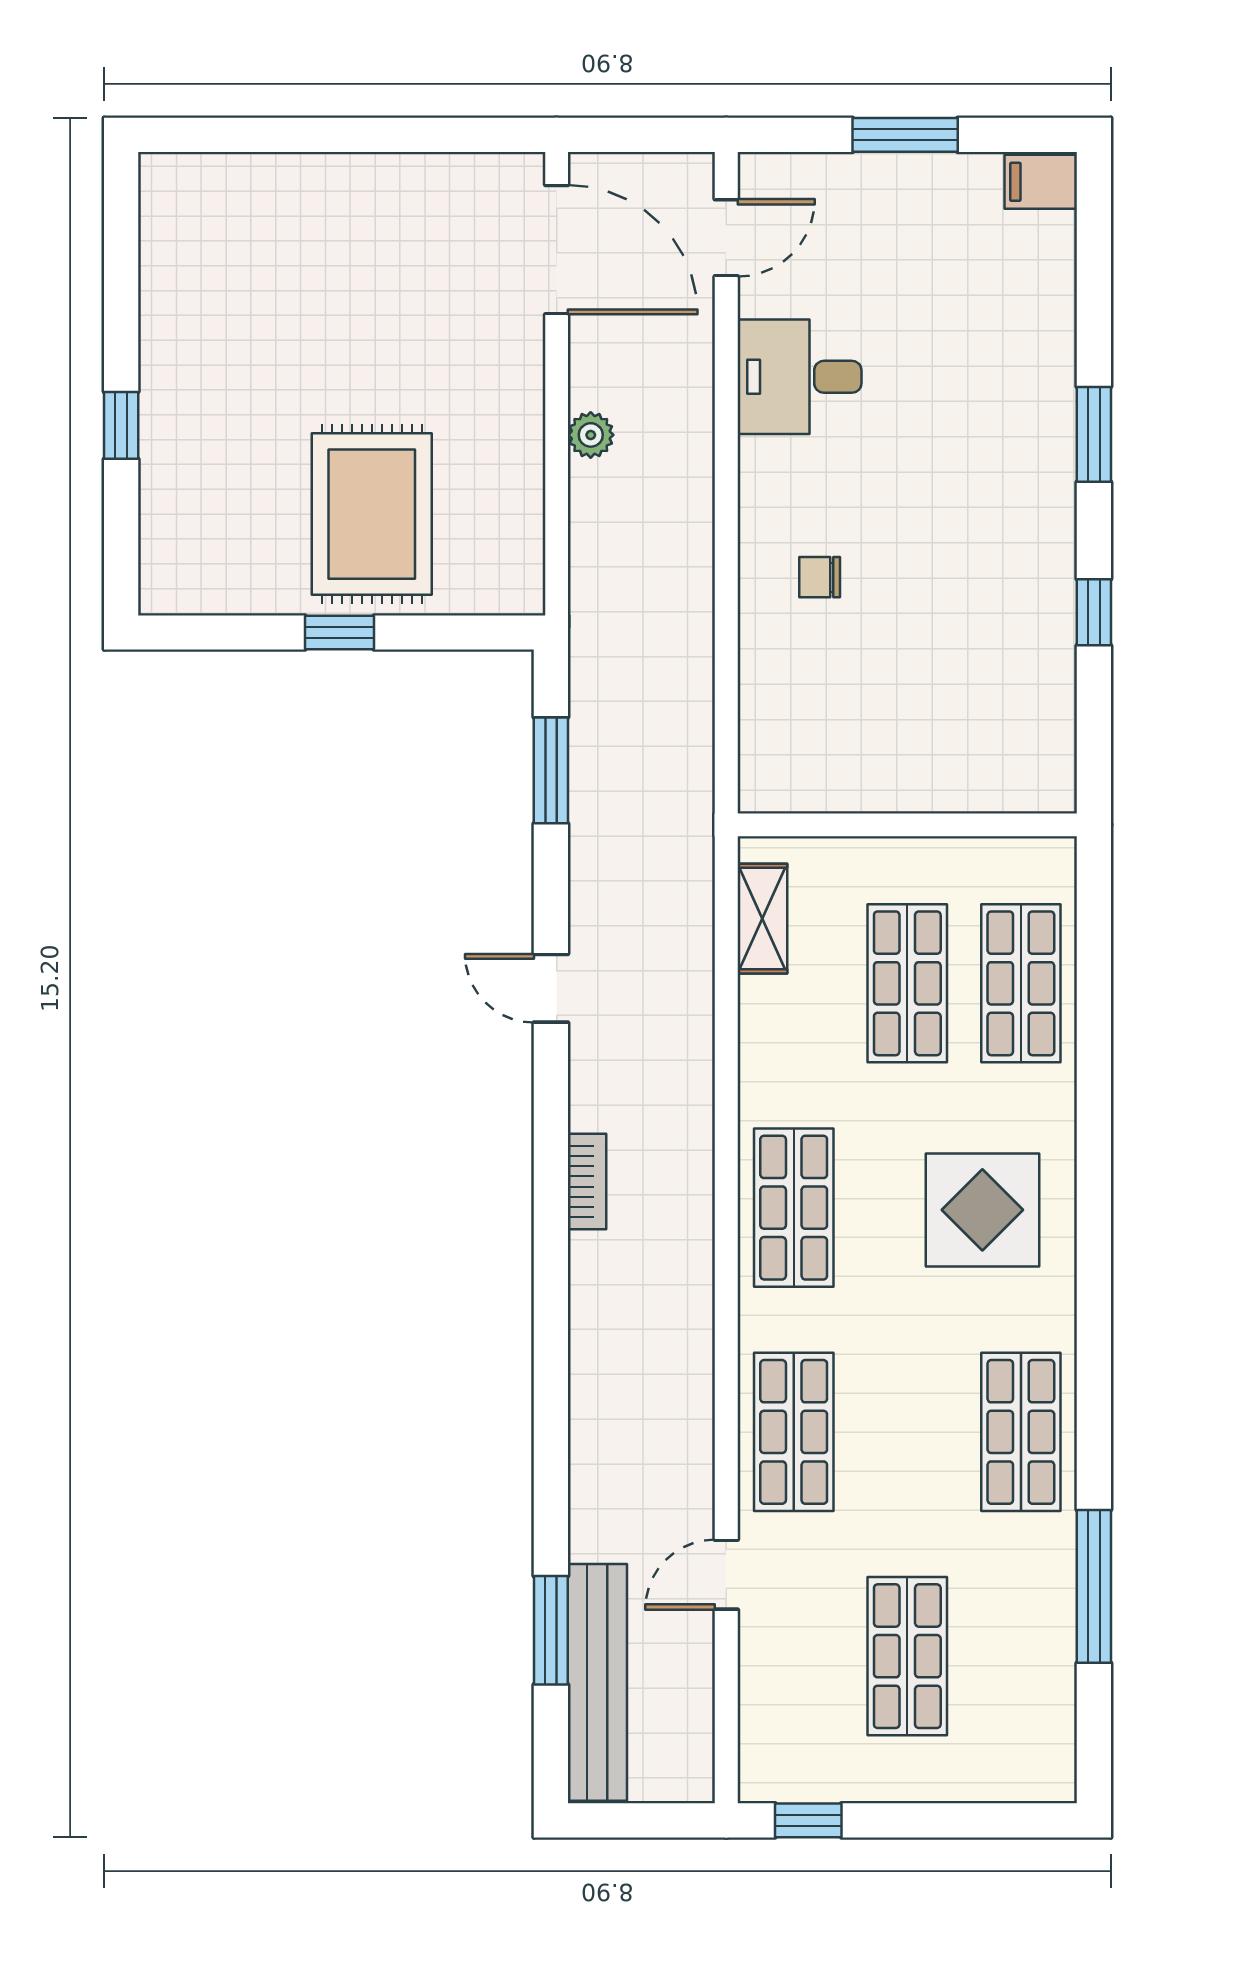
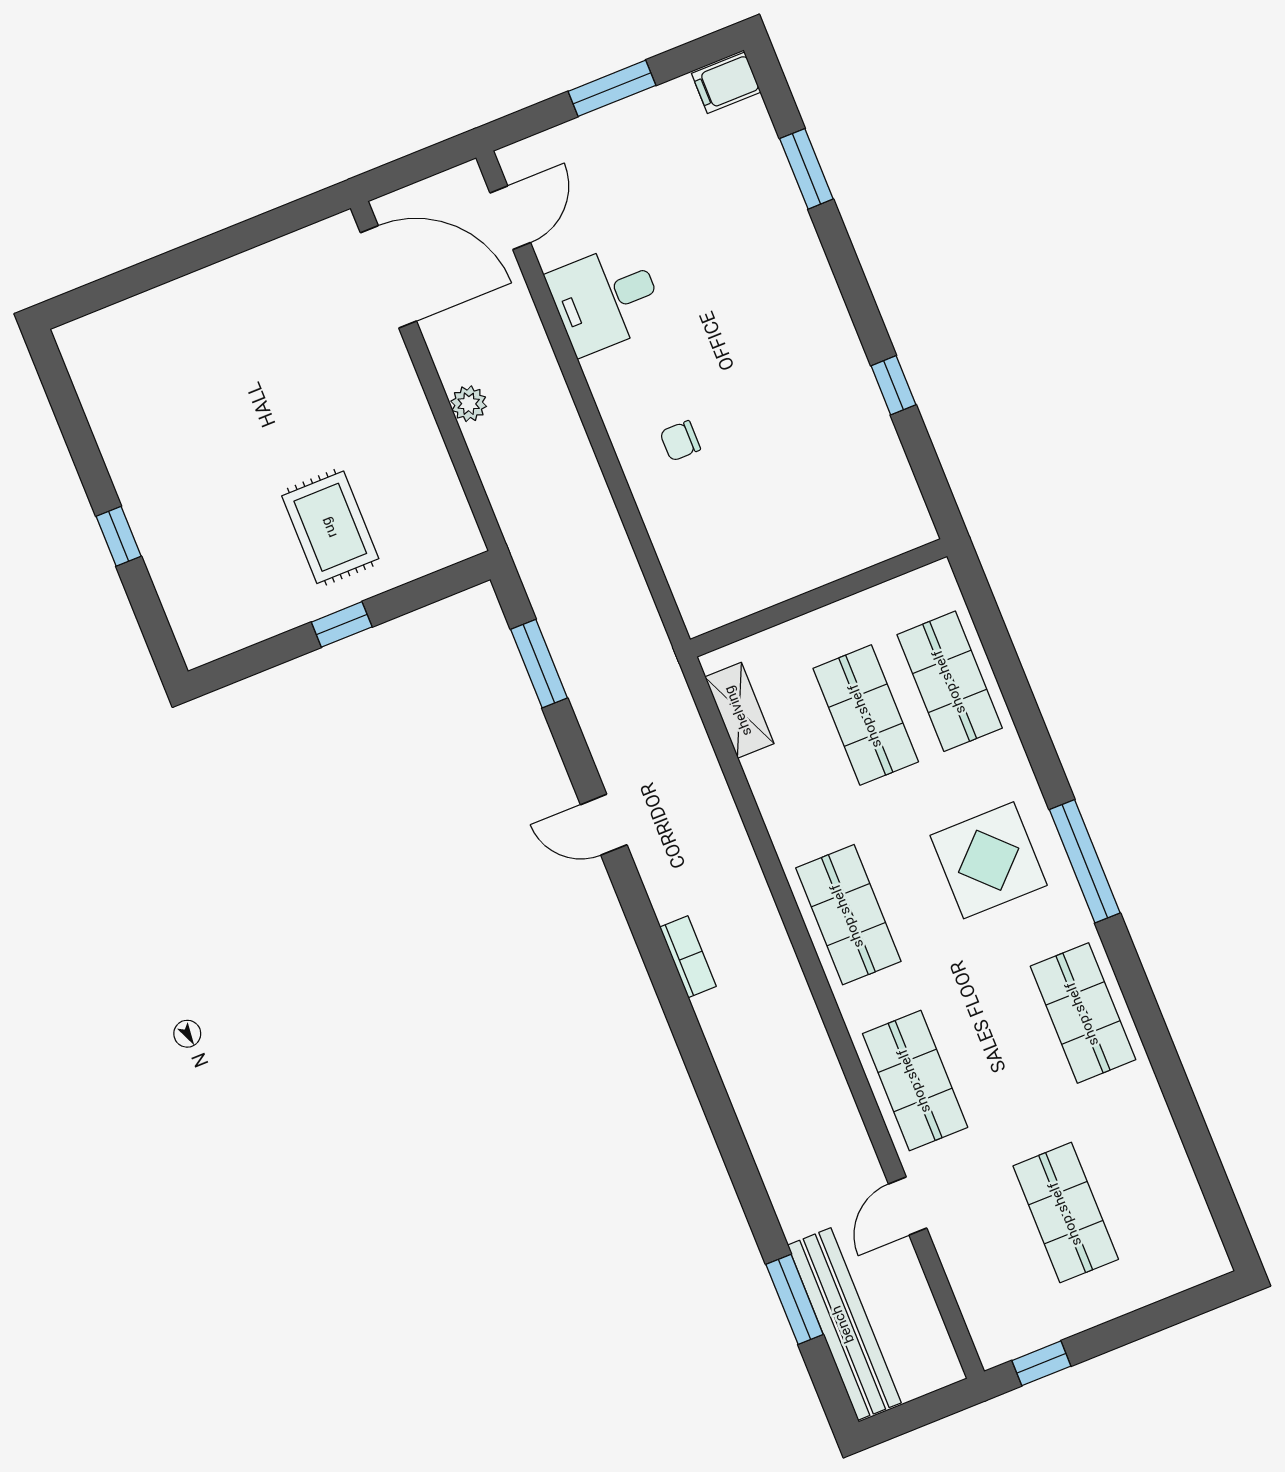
window: (1094, 434) -> (806, 169), moved
rug: (372, 514) -> (330, 527), width x0.73, depth x0.70
window: (1094, 1586) -> (1085, 861), moved

